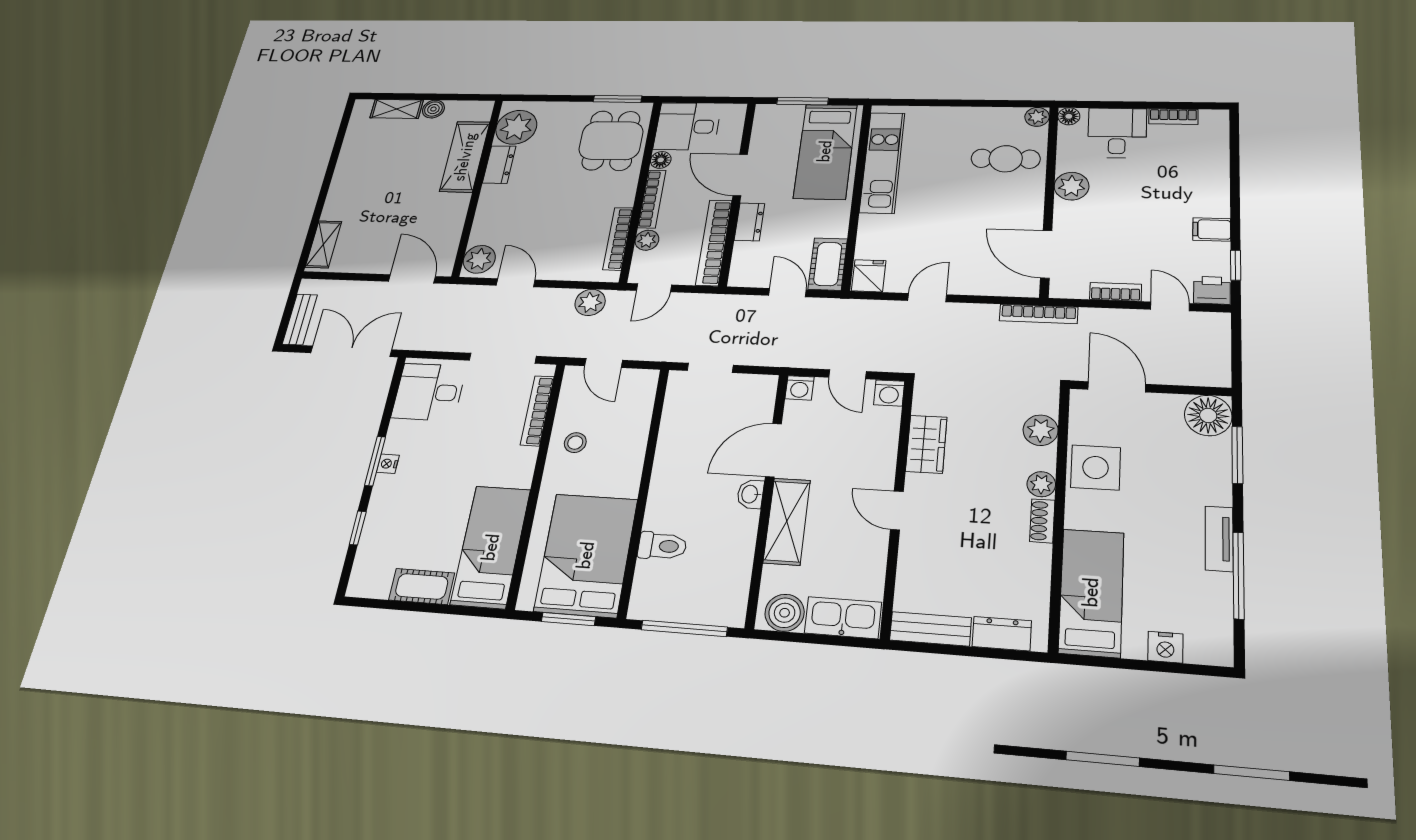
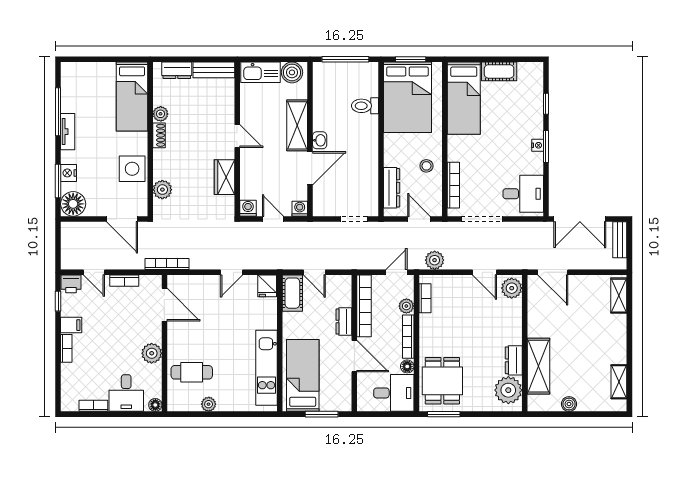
shelving: (397, 109) -> (619, 382), moved, turned 90
plant: (1037, 117) -> (209, 404), moved
bookcase: (1220, 196) -> (66, 348), added
bookcase: (618, 239) -> (425, 298), width x0.64
dresser: (639, 412) -> (392, 188), added
plant: (1041, 484) -> (161, 114), moved
nightstand: (1165, 647) -> (69, 173), moved, turned -90

